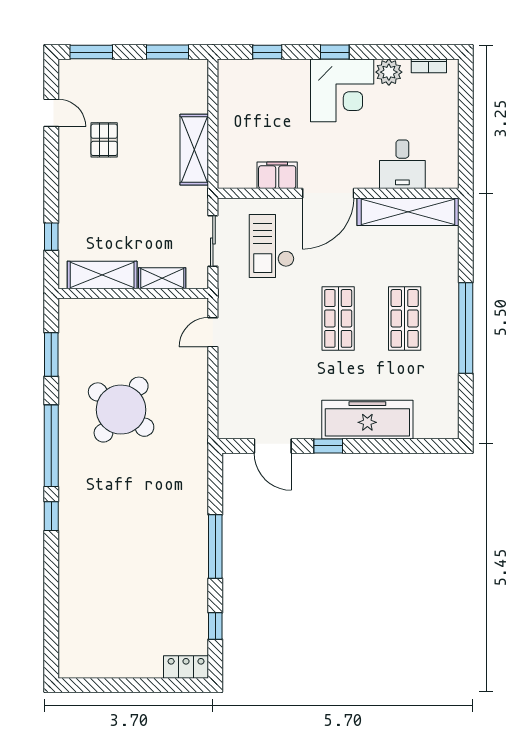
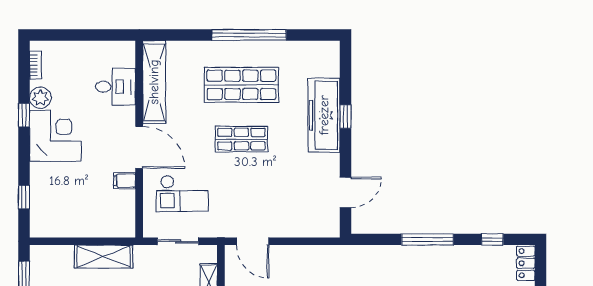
window: (335, 52) -> (24, 115), moved
filing cabinet: (277, 175) -> (125, 181), width x0.50
shop shelf: (405, 318) -> (241, 85), width x1.43, depth x1.36
door: (213, 332) -> (253, 241), width x1.38
window: (328, 446) -> (345, 117), moved

